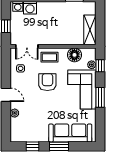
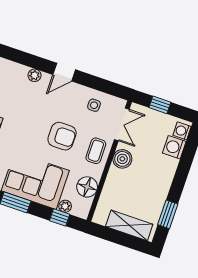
shelving: (90, 30) -> (129, 225), moved
boiler: (49, 38) -> (122, 159), added
double door: (27, 46) -> (122, 124), swing flipped

